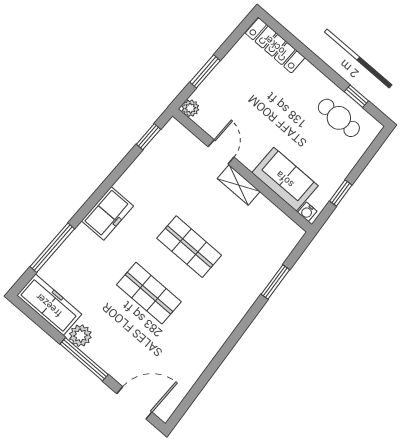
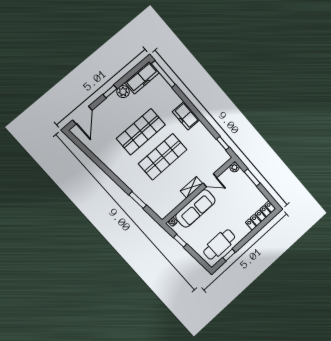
cafe table: (339, 118) -> (219, 244), width x1.37, depth x1.35
sofa: (285, 179) -> (195, 208), width x1.36
shop shelf: (189, 247) -> (163, 157), width x1.43, depth x1.36
window: (52, 248) -> (163, 74), moved
shop shelf: (149, 293) -> (141, 132), width x1.43, depth x1.36
window: (84, 359) -> (110, 92), width x0.46

